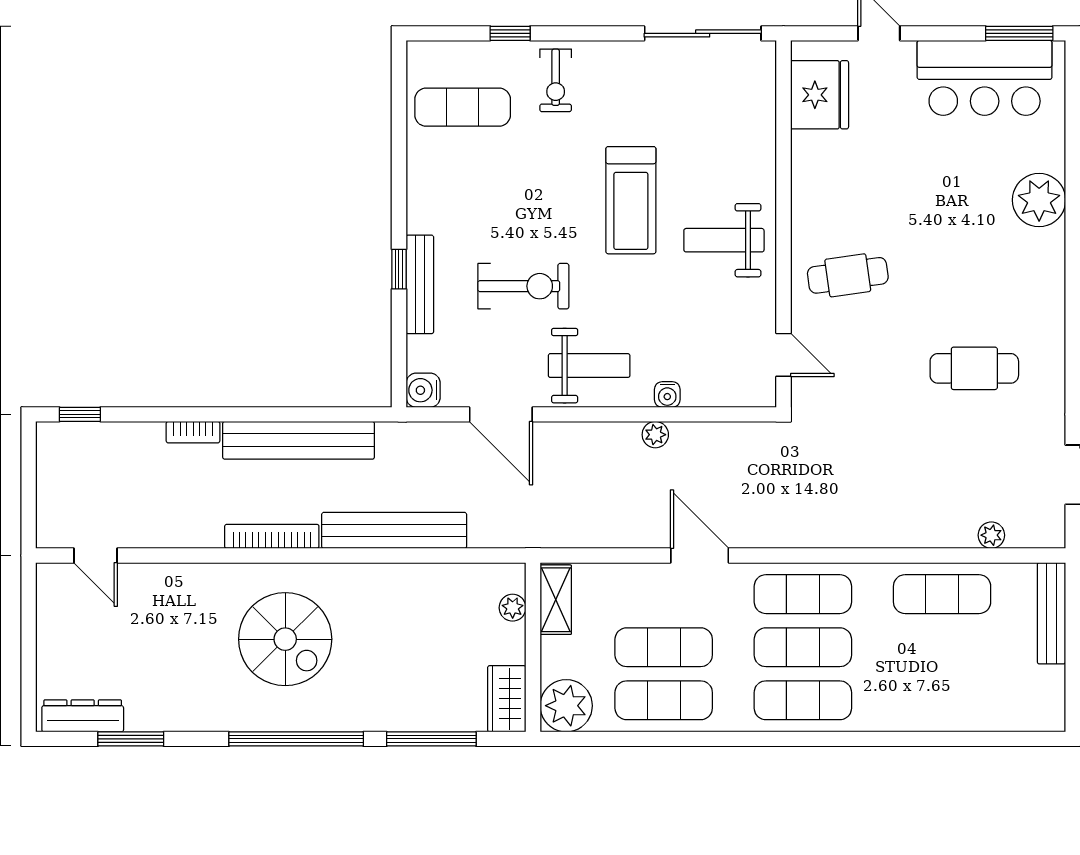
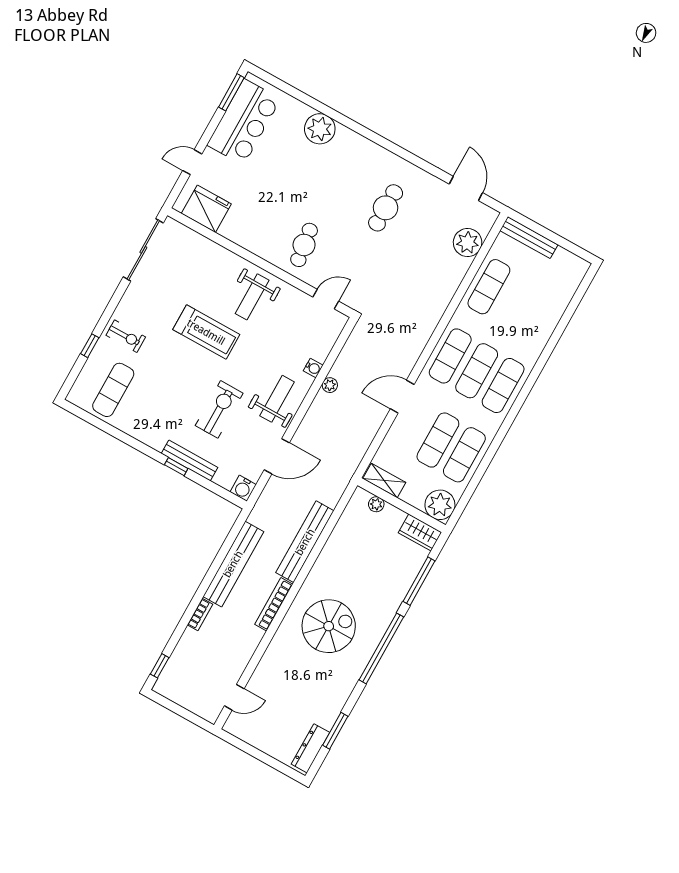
plant: (991, 535) -> (468, 243), width x1.87, depth x1.87

